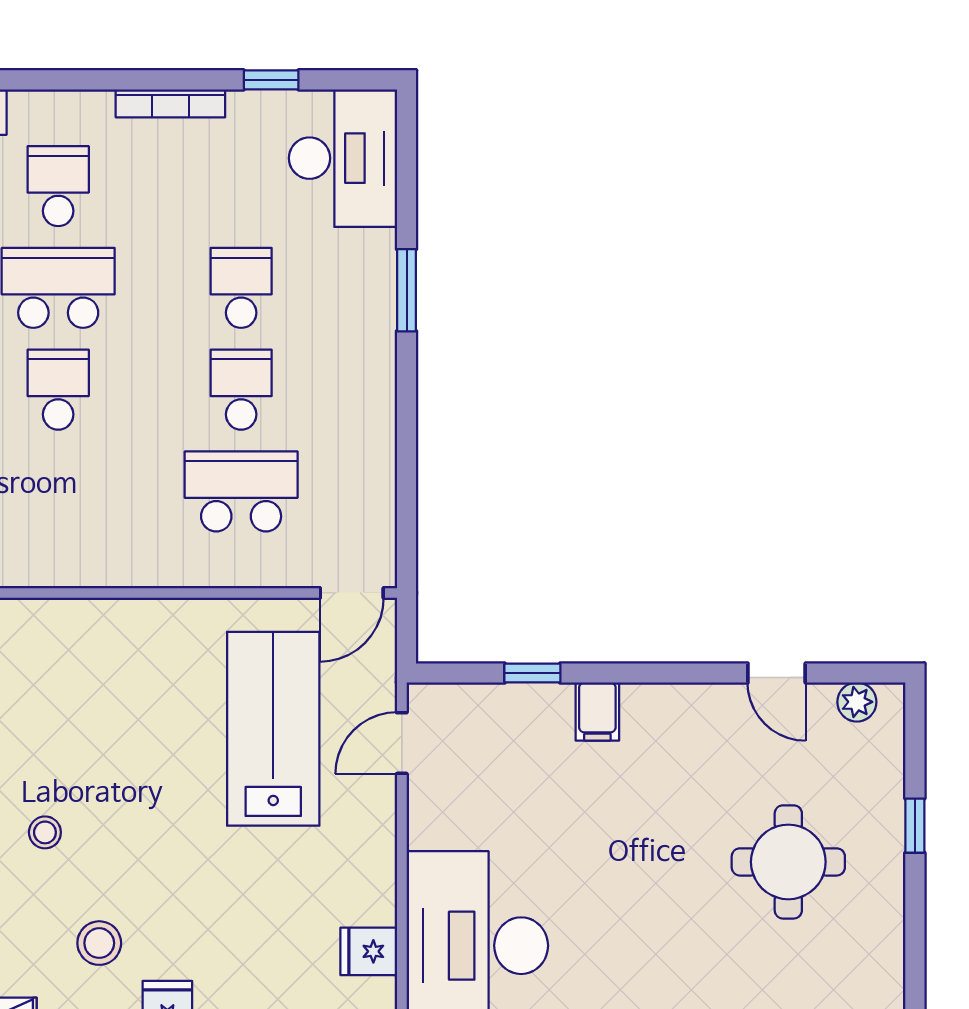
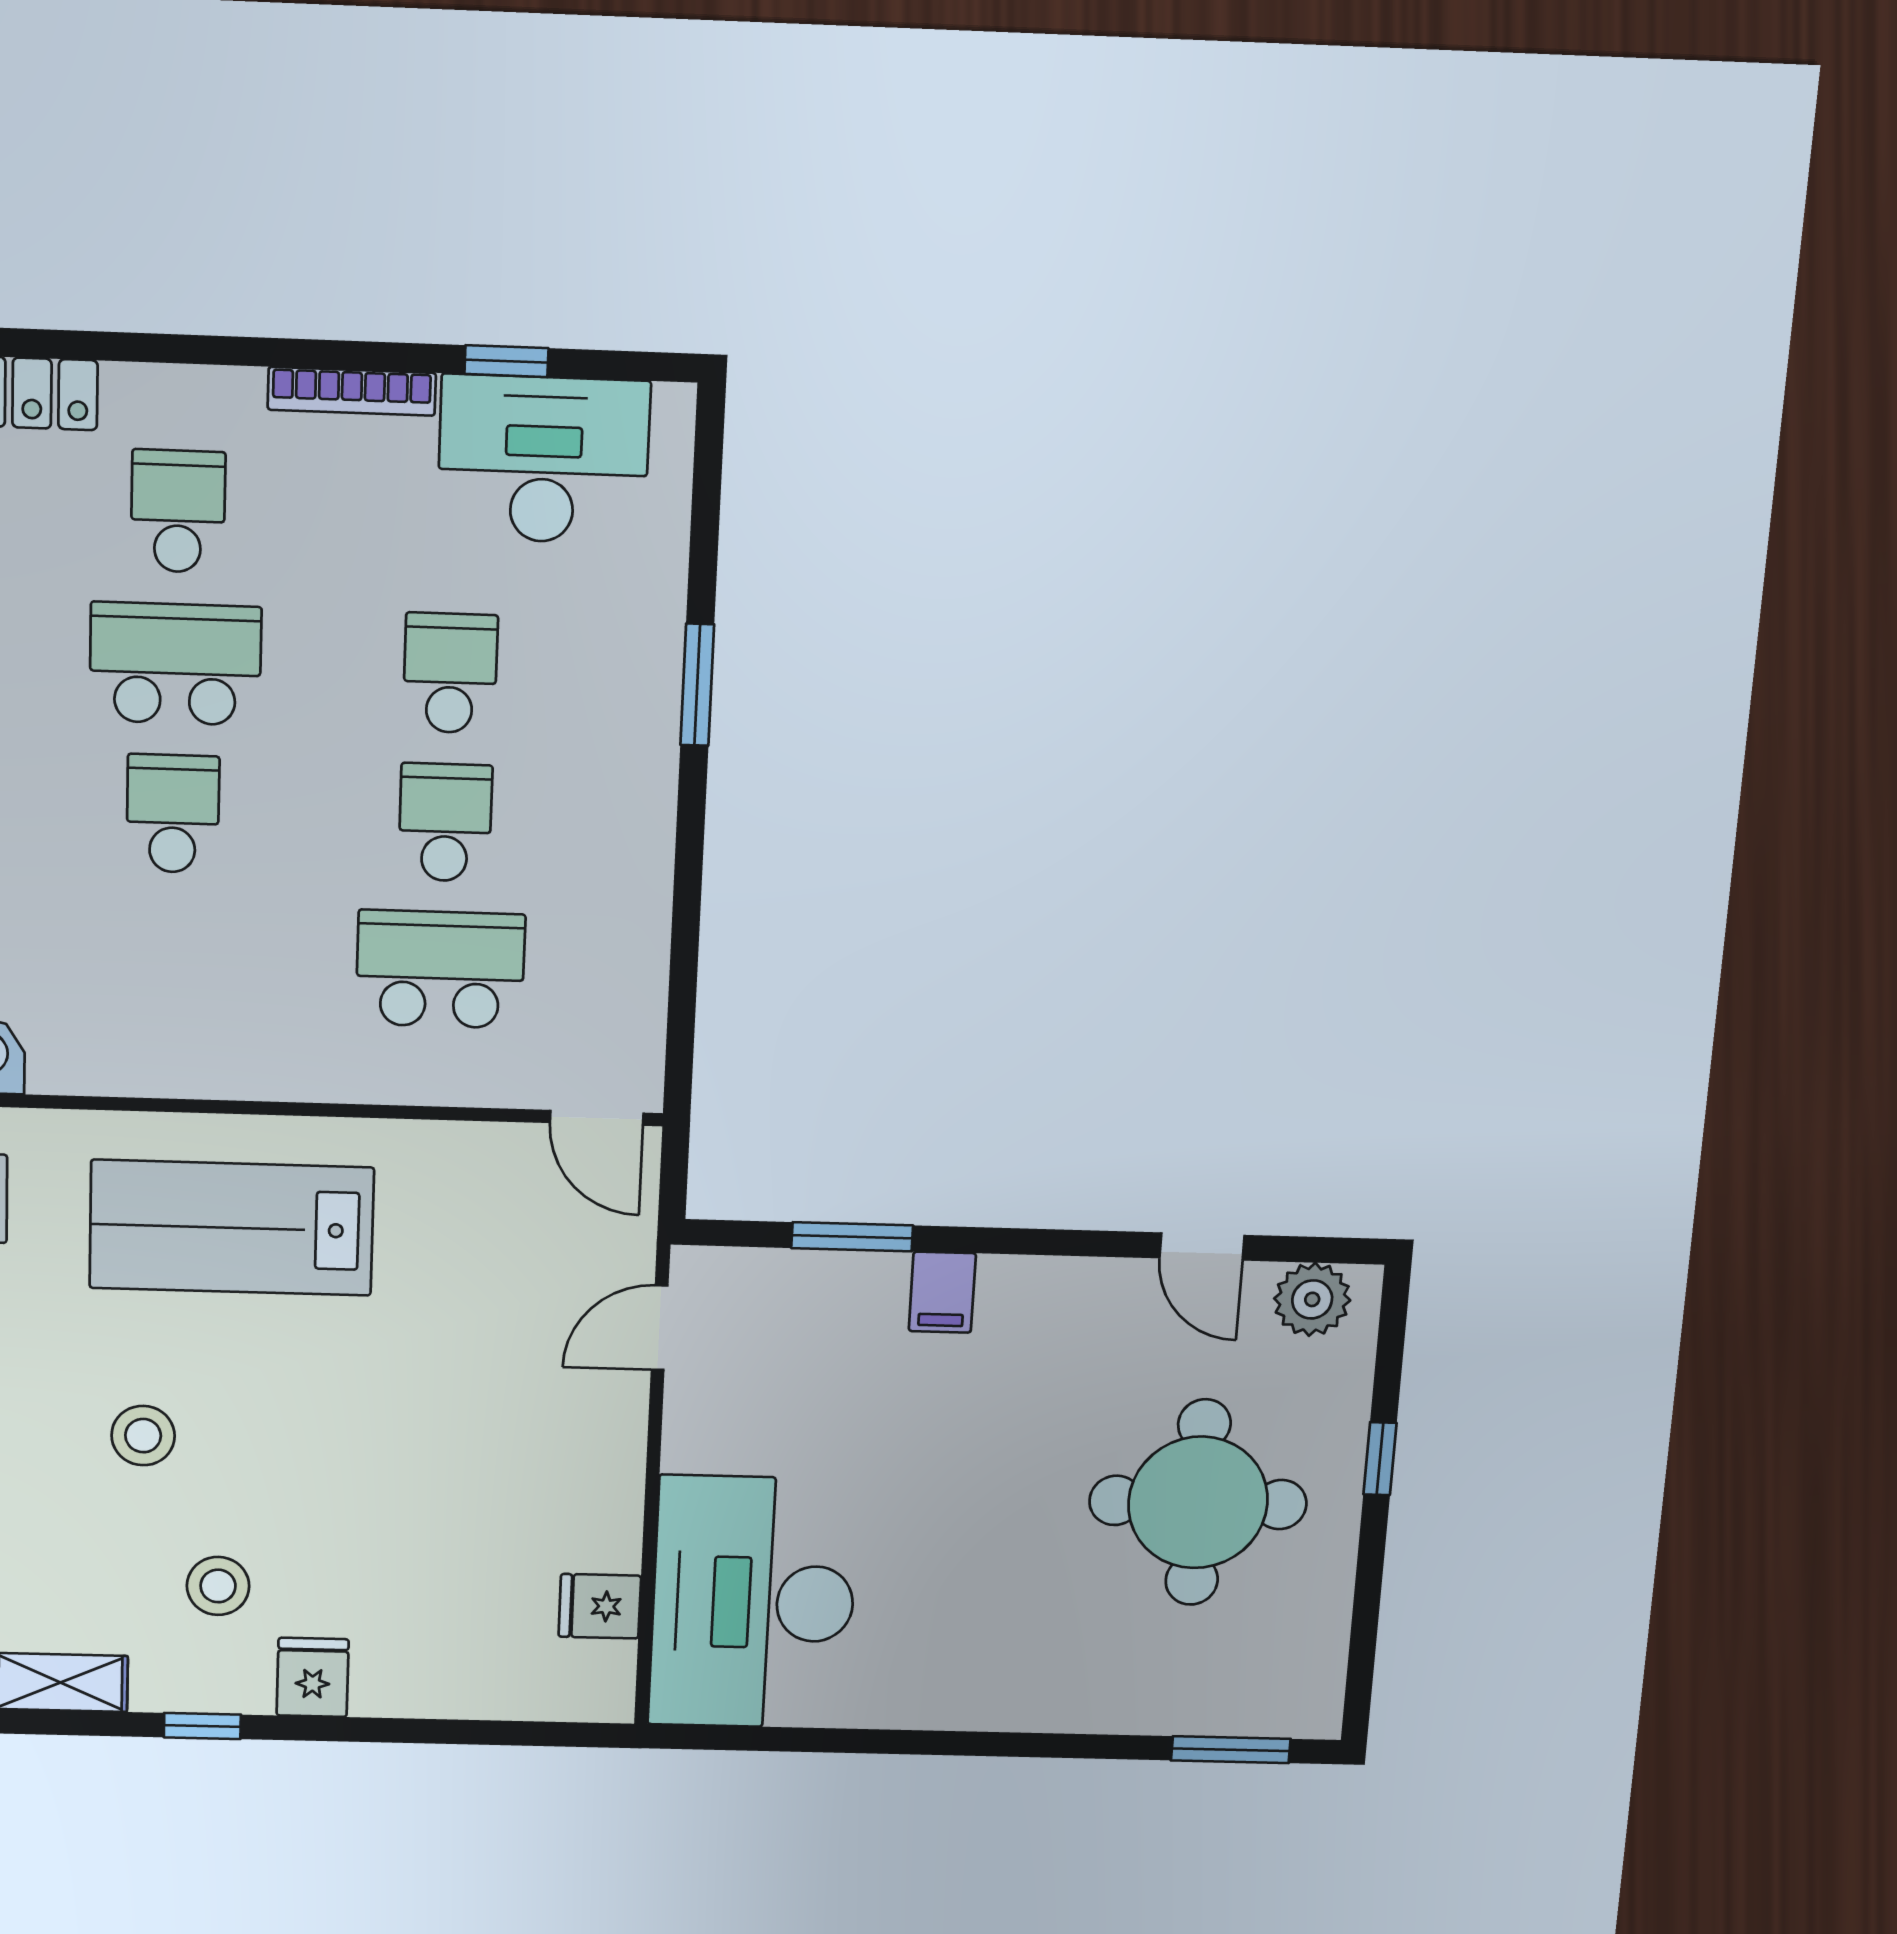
desk: (343, 158) -> (543, 459), moved, turned -90
door: (352, 593) -> (597, 1118), hinge flipped
window: (532, 673) -> (852, 1237), width x1.50
plant: (857, 702) -> (1312, 1299), width x1.38, depth x1.38
lab bench: (273, 729) -> (232, 1228), moved, turned -90
stool: (45, 832) -> (143, 1436), width x1.37, depth x1.37
round table: (788, 862) -> (1198, 1502), width x1.36, depth x1.36

